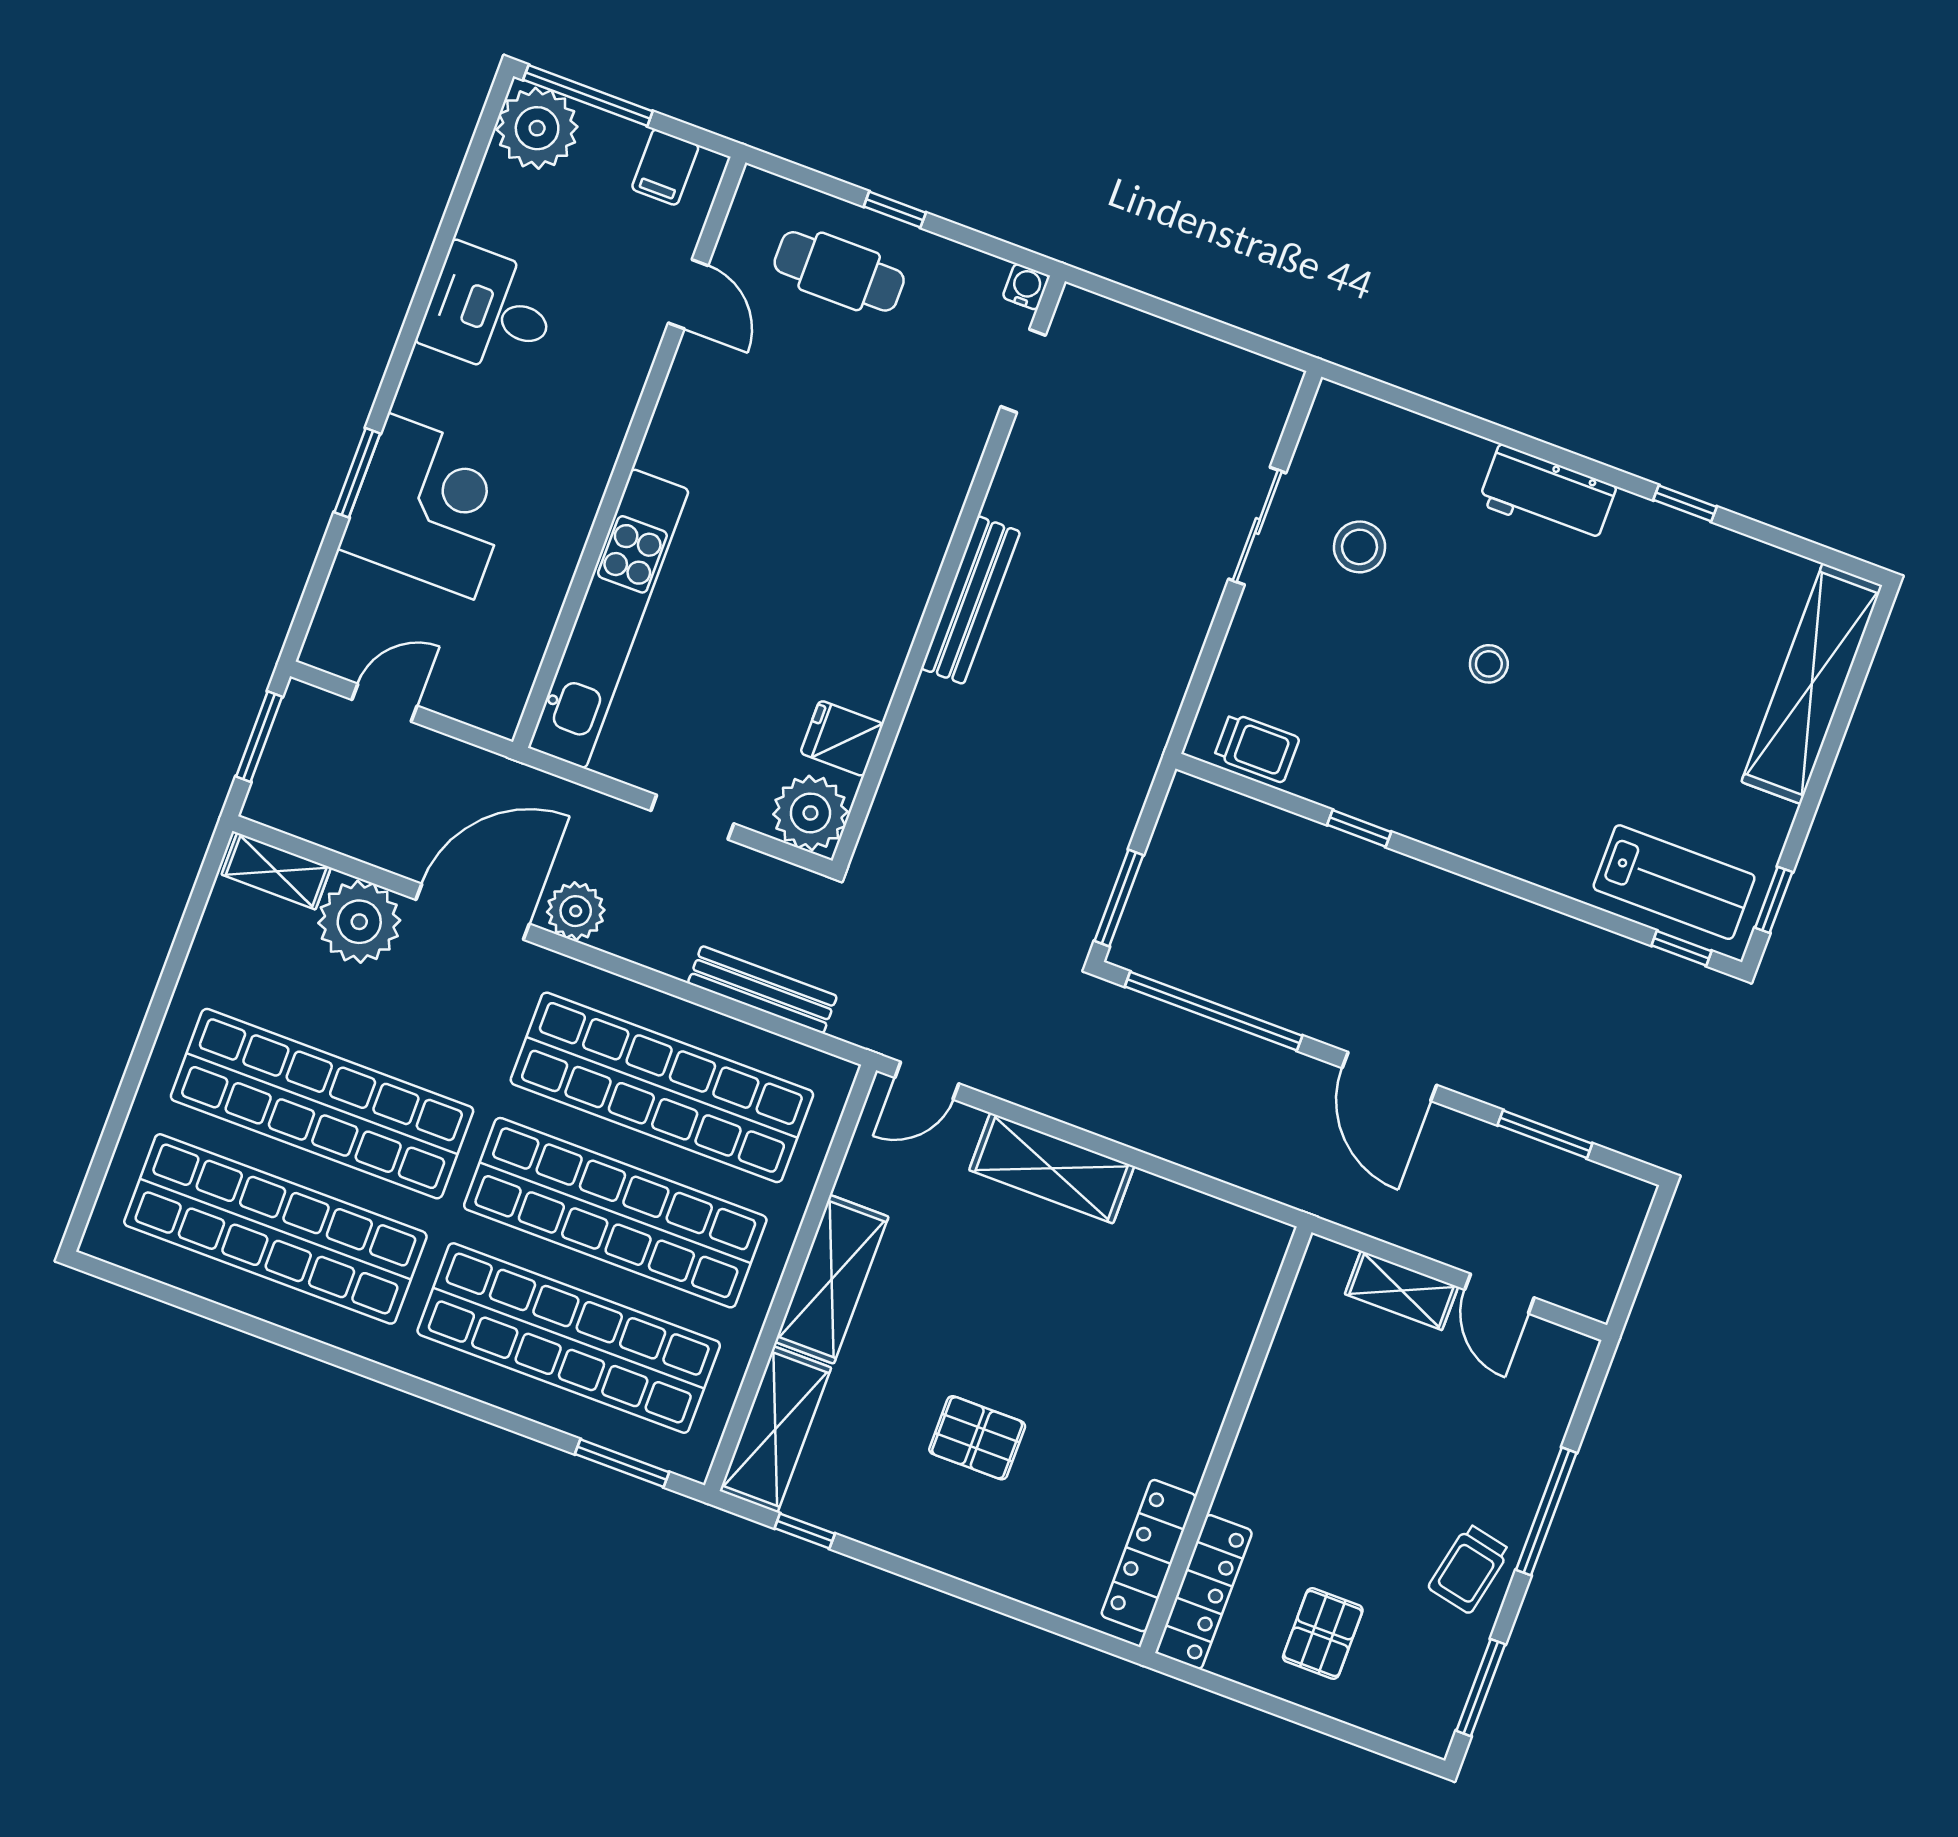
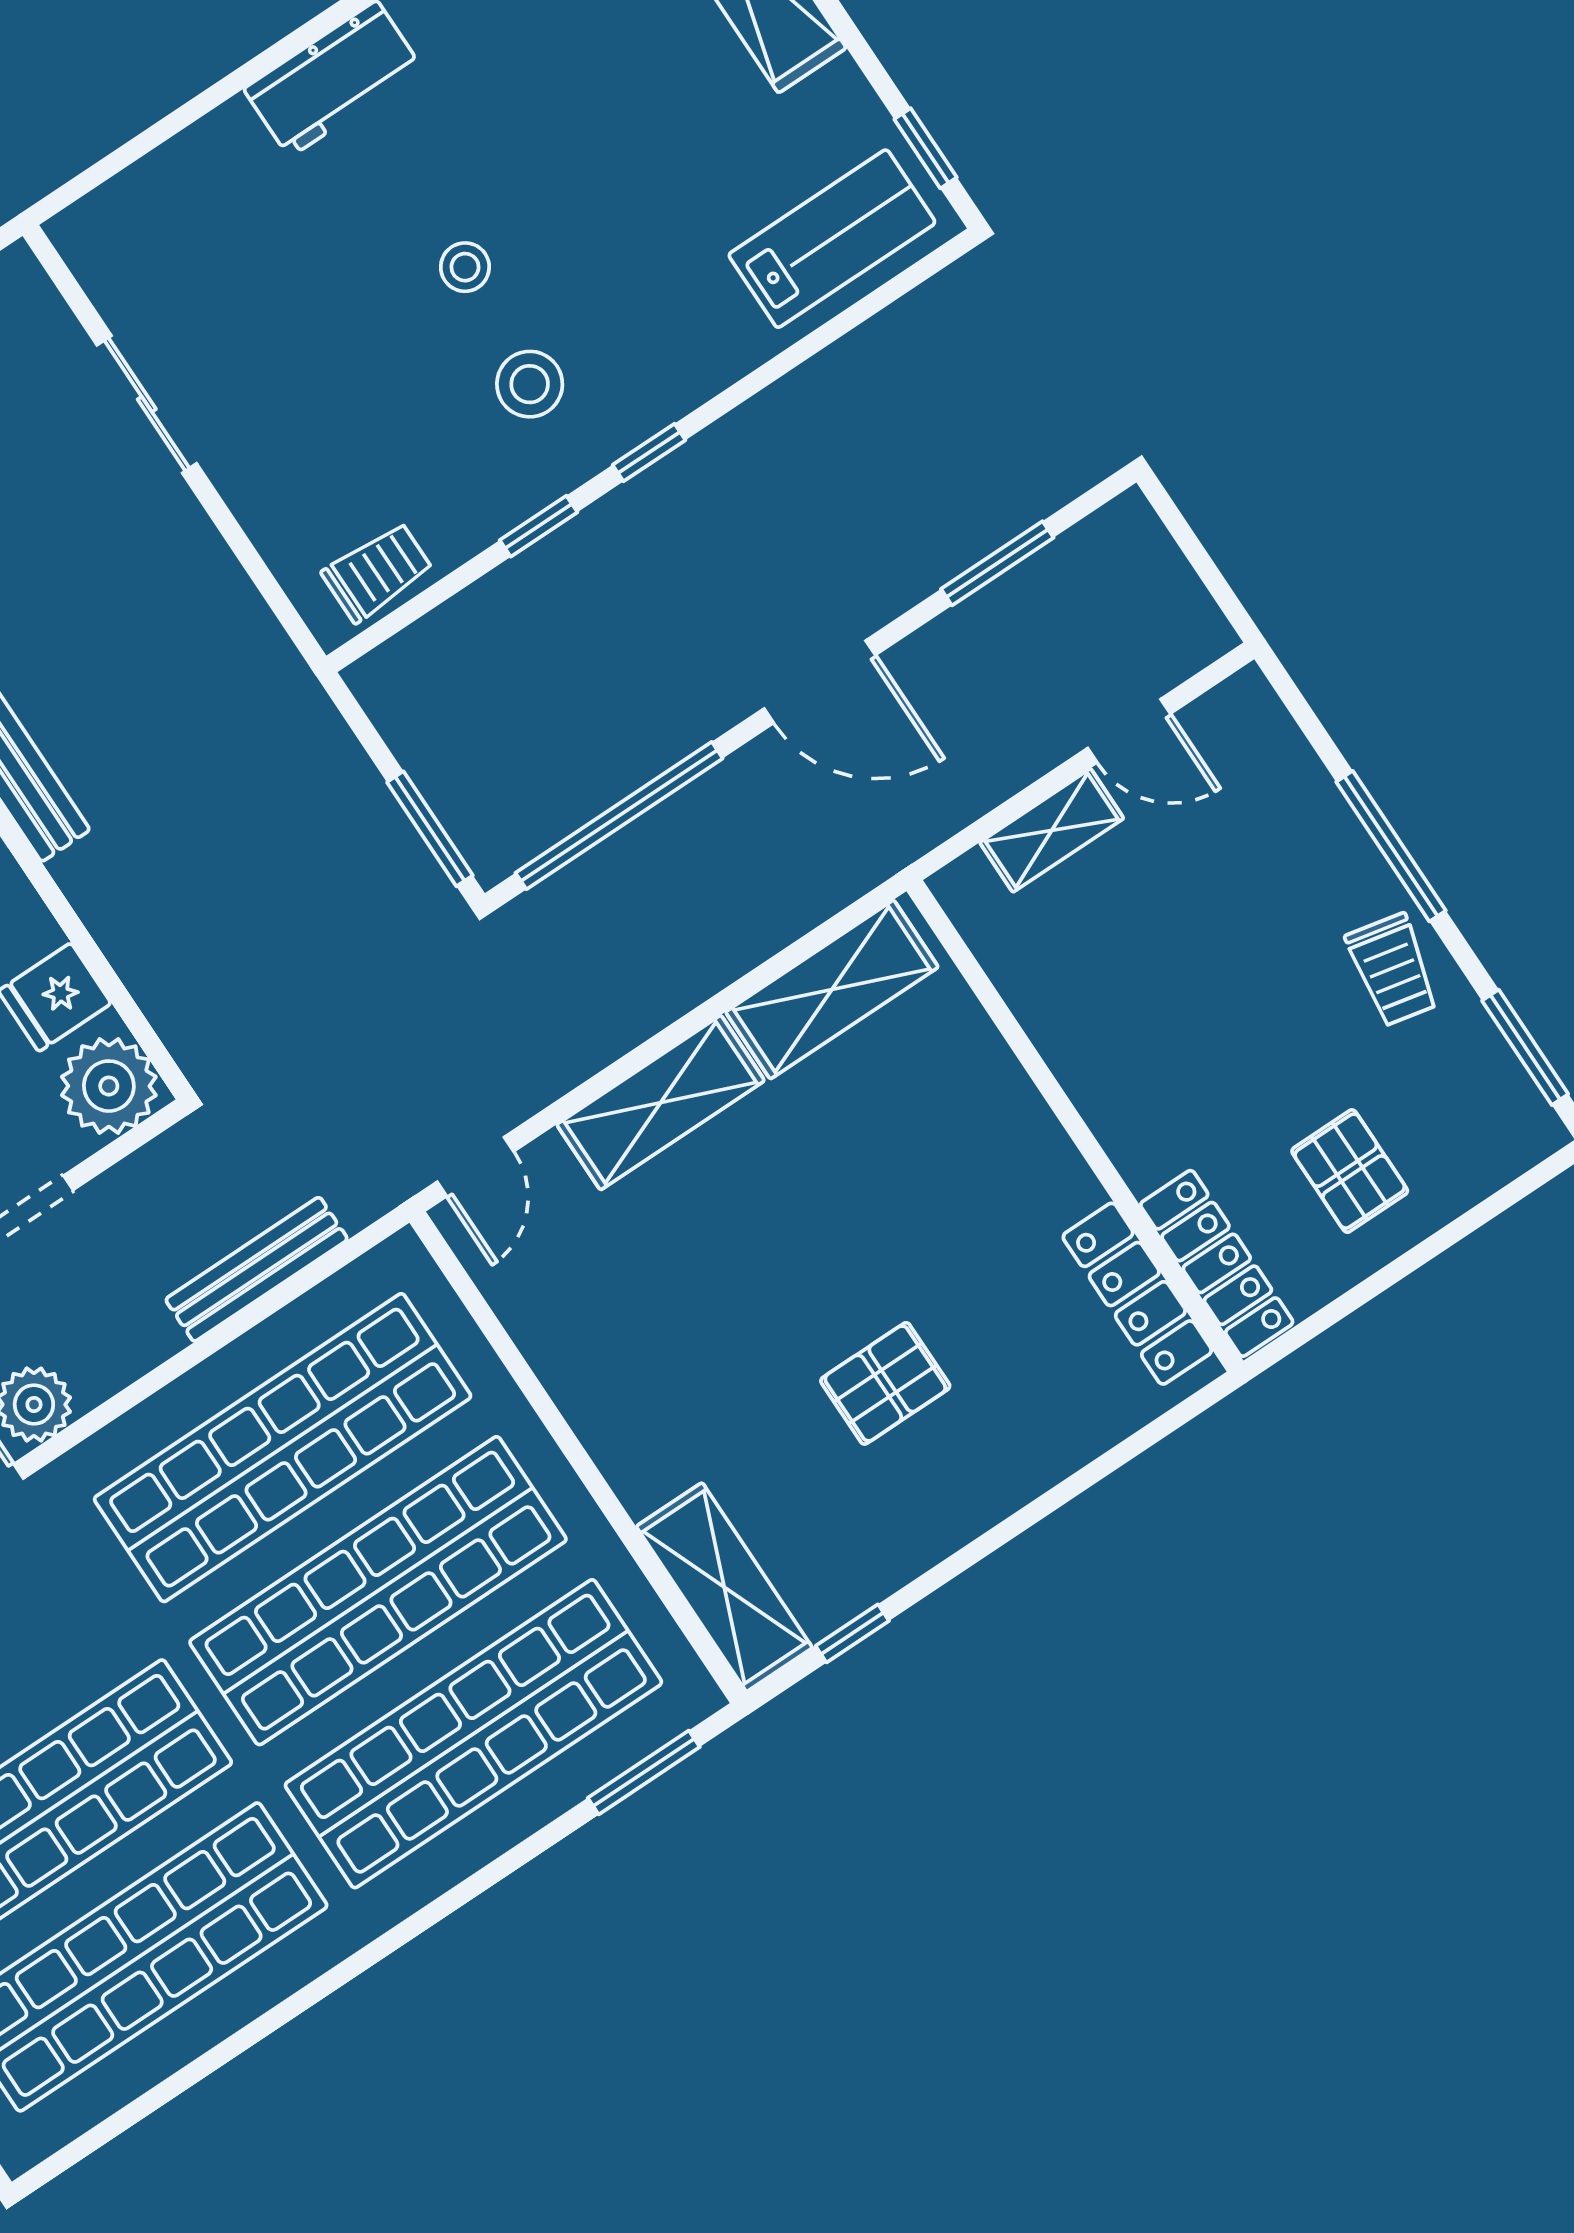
stool: (1360, 547) -> (530, 384), moved
window: (1681, 948) -> (649, 453), moved
shelving: (832, 1279) -> (832, 989), moved, turned 90

